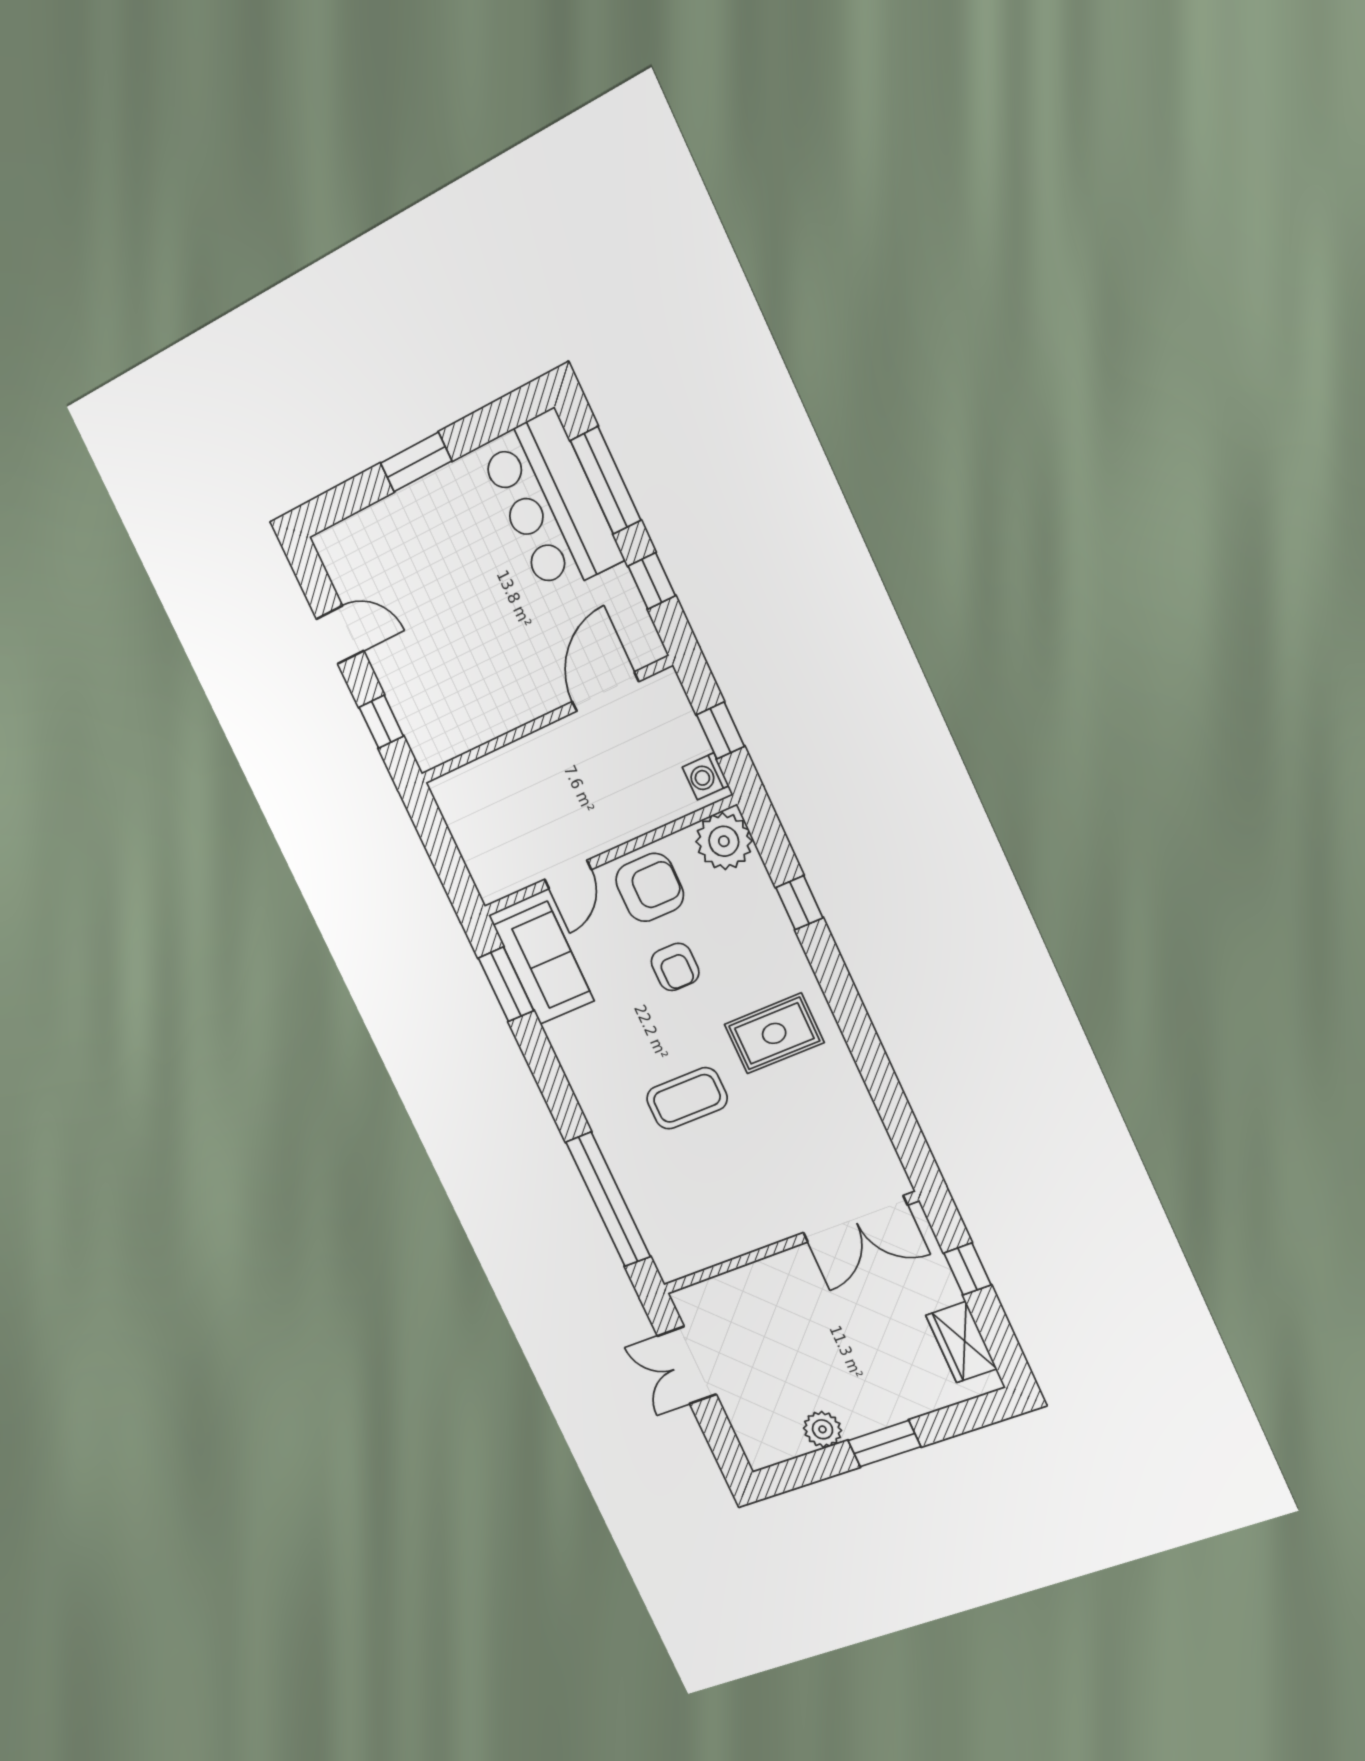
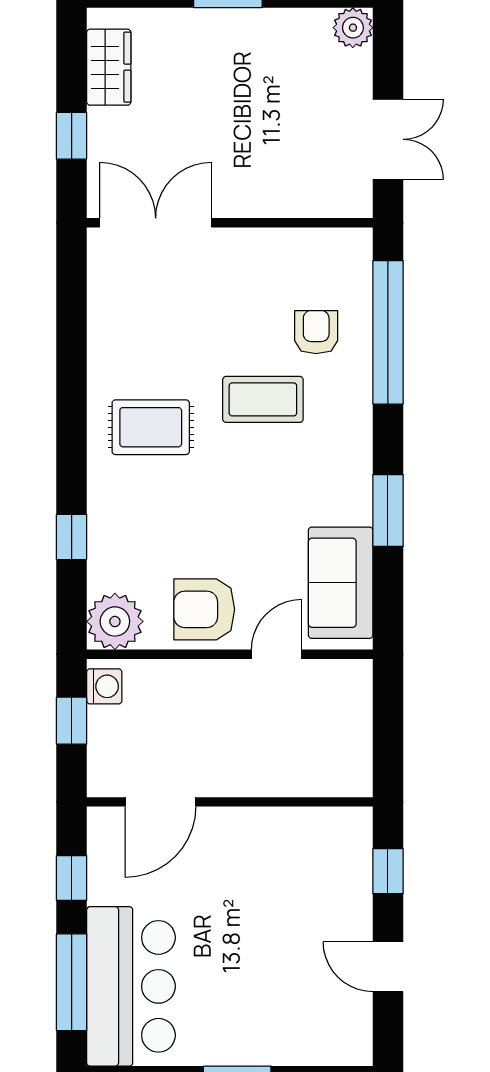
armchair: (675, 967) -> (316, 332), moved
window: (506, 984) -> (388, 510), moved
plant: (823, 1429) -> (353, 28), moved

